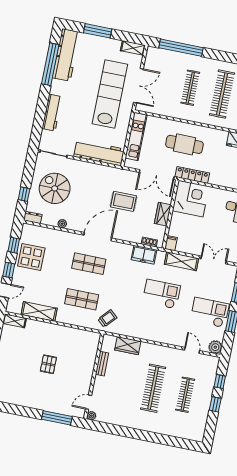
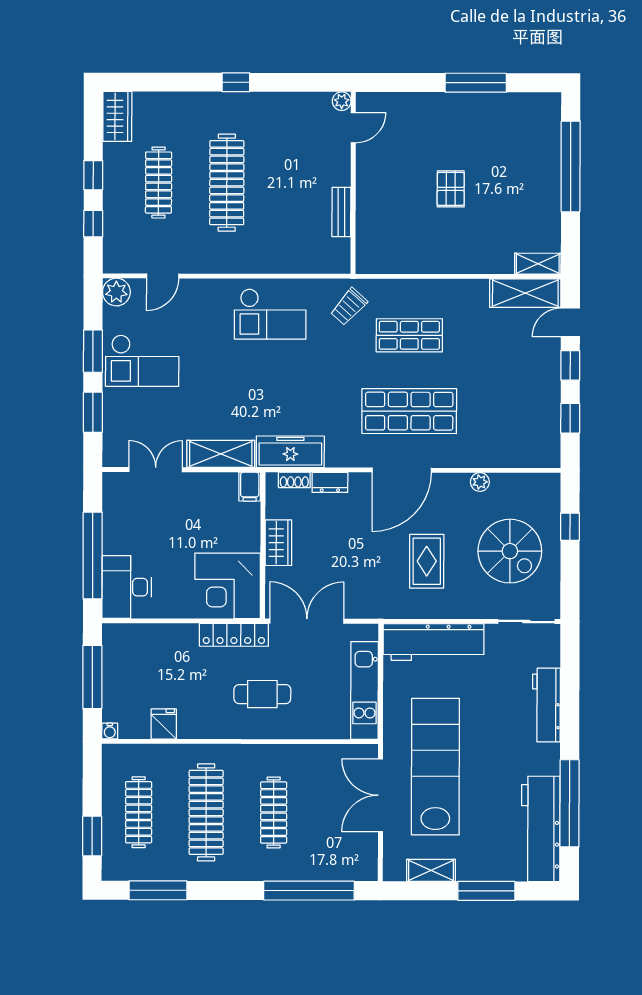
shelving: (133, 48) -> (431, 870), moved
lab bench: (110, 94) -> (435, 767), turned 180
cafe table: (184, 144) -> (262, 694), width x0.73, depth x0.74
rug: (124, 201) -> (427, 561), moved, turned 90
dresser: (33, 217) -> (330, 482), moved
freezer: (144, 255) -> (290, 452), width x1.40
display table: (31, 257) -> (529, 401), removed
double door: (214, 260) -> (156, 470), swing flipped
shop shelf: (89, 264) -> (409, 411), width x1.43, depth x1.36
checkout: (161, 294) -> (270, 314), moved
shelving: (39, 311) -> (525, 293), moved
wardrobe: (128, 346) -> (117, 116), moved, turned 90
door: (192, 350) -> (163, 276), hinge flipped
window: (57, 418) -> (476, 83), moved
window: (139, 435) -> (236, 82), added

